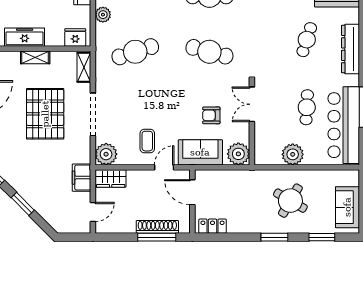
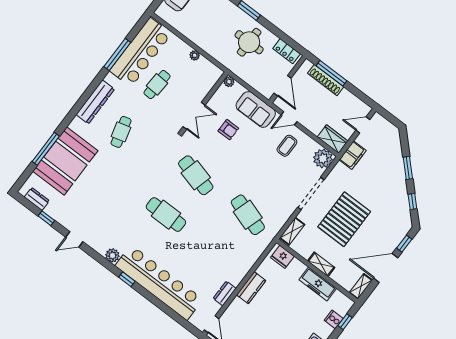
plant: (103, 15) -> (251, 258), removed
cafe table: (307, 40) -> (121, 132), turned -33
cafe table: (135, 52) -> (248, 215), turned 36
plant: (238, 154) -> (229, 82), width x0.53, depth x0.53
plant: (293, 154) -> (195, 55), width x0.53, depth x0.53
round table: (290, 201) -> (249, 42), moved, turned -30

